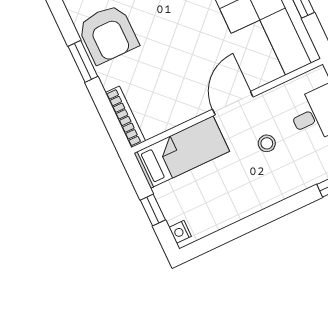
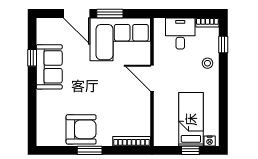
stool: (267, 143) -> (207, 63), moved
bed: (182, 152) -> (191, 119), moved

